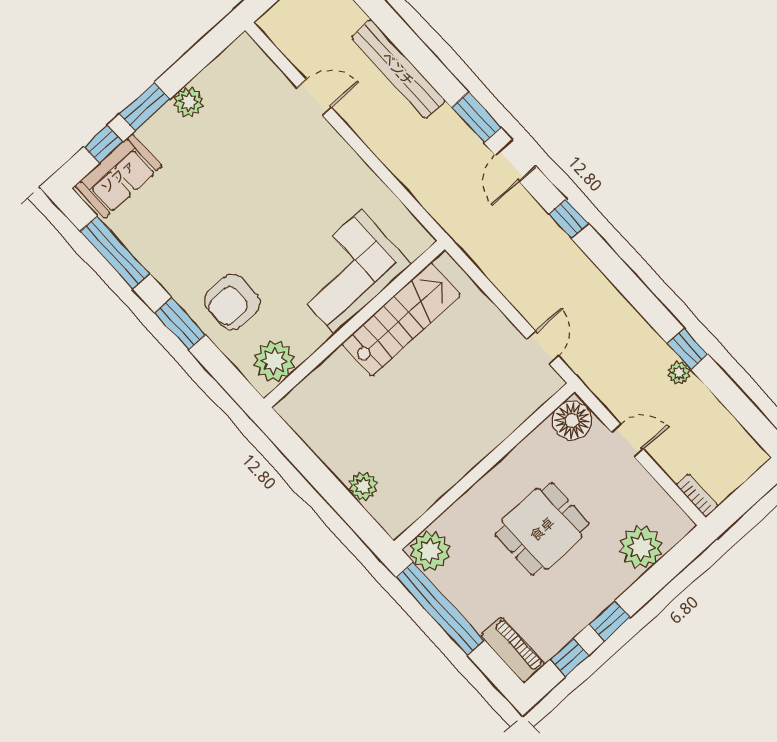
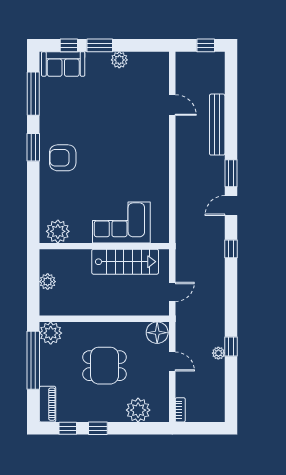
corner sofa: (348, 272) -> (121, 222), moved
stairs: (401, 319) -> (125, 262), moved
wall: (354, 324) -> (104, 246), moved
plant: (274, 361) -> (58, 231), moved

